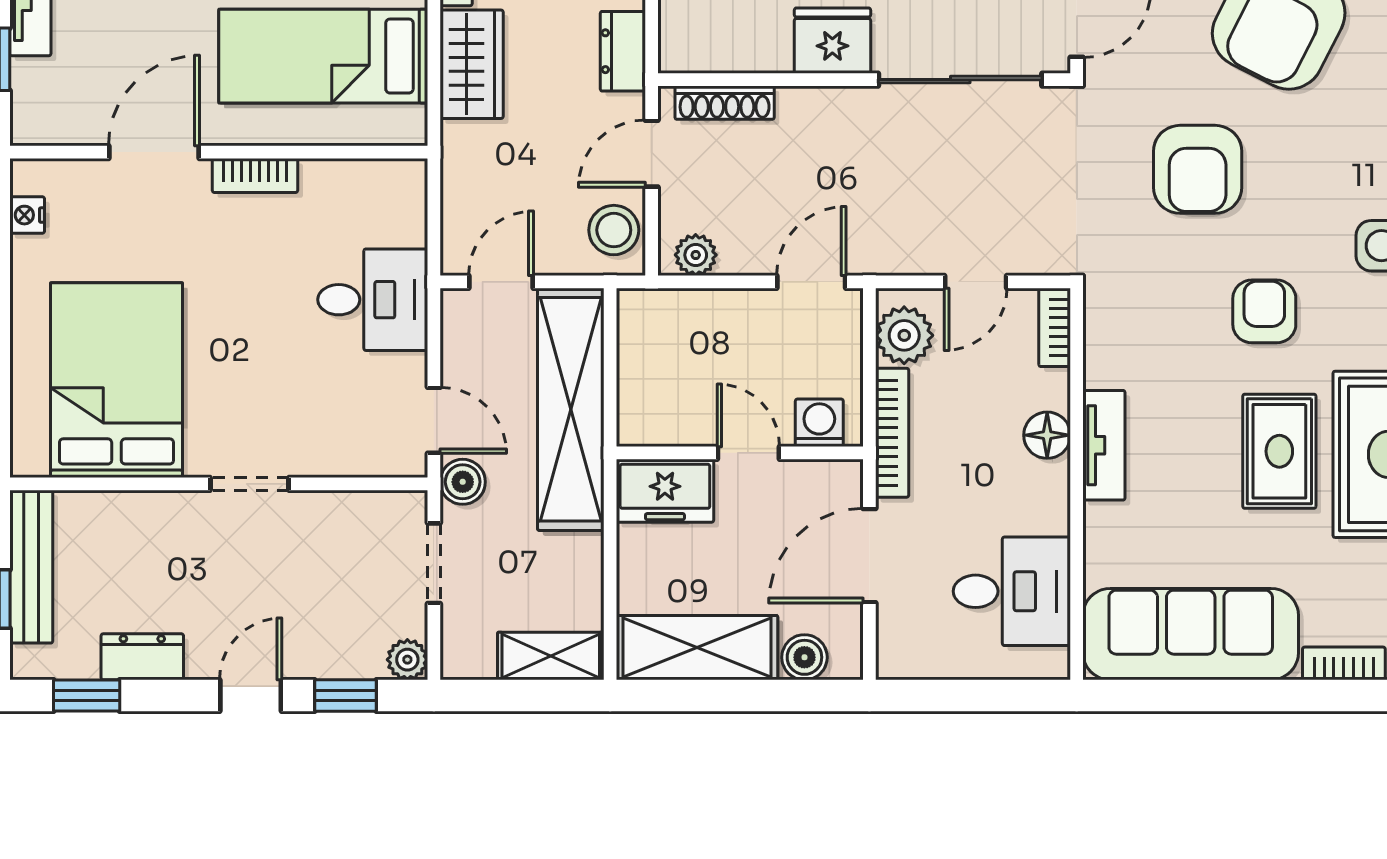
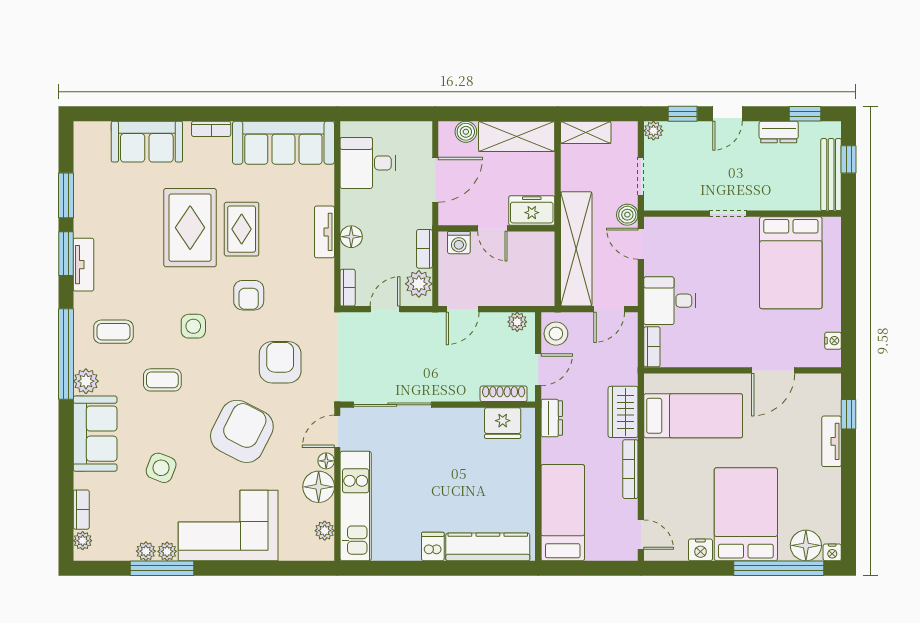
fridge: (832, 41) -> (503, 423), moved
bookcase: (255, 175) -> (652, 347), moved, turned 90
bookcase: (892, 433) -> (424, 249), width x0.64

